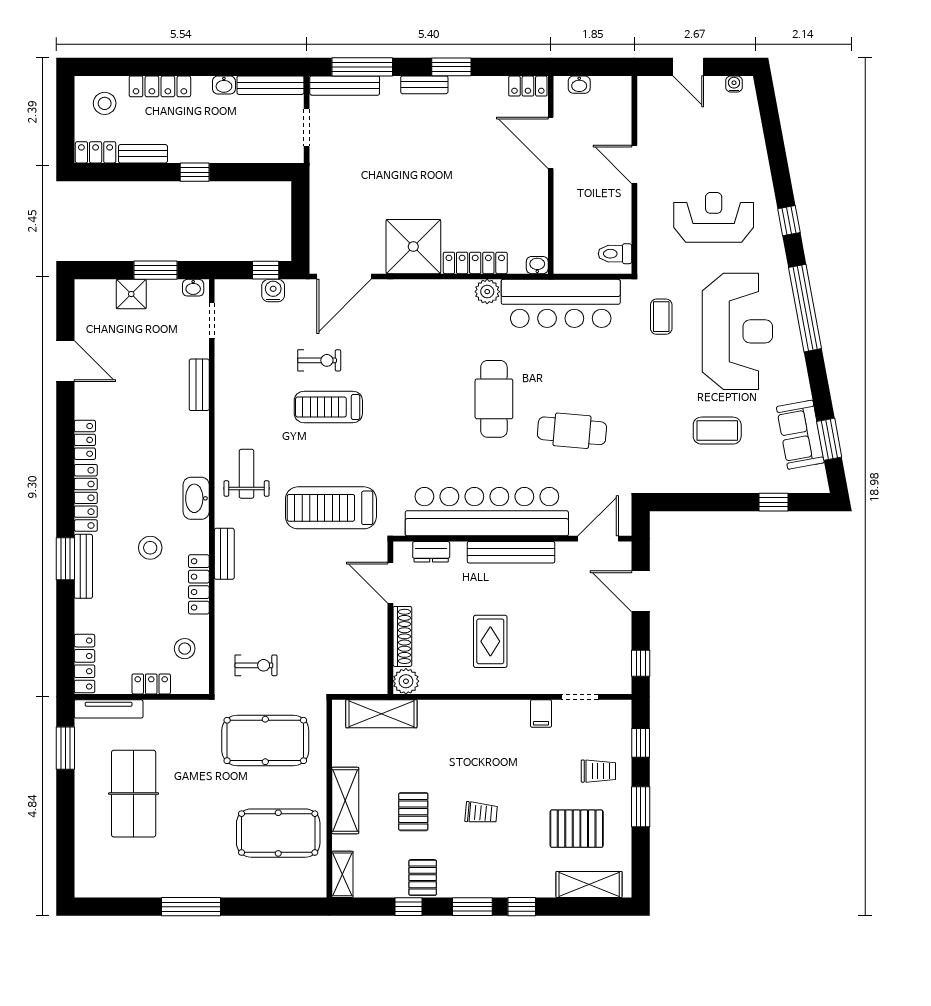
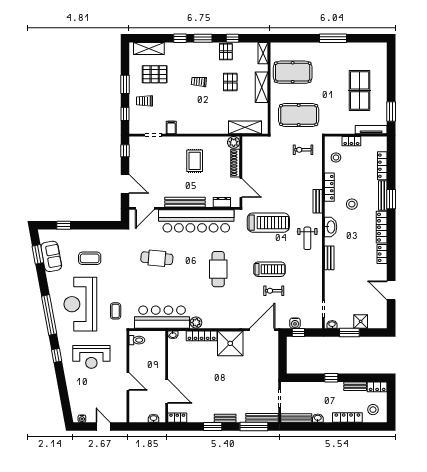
bench: (199, 385) -> (329, 258), moved
cafe table: (494, 399) -> (218, 269), moved
locker: (84, 664) -> (382, 166), moved

